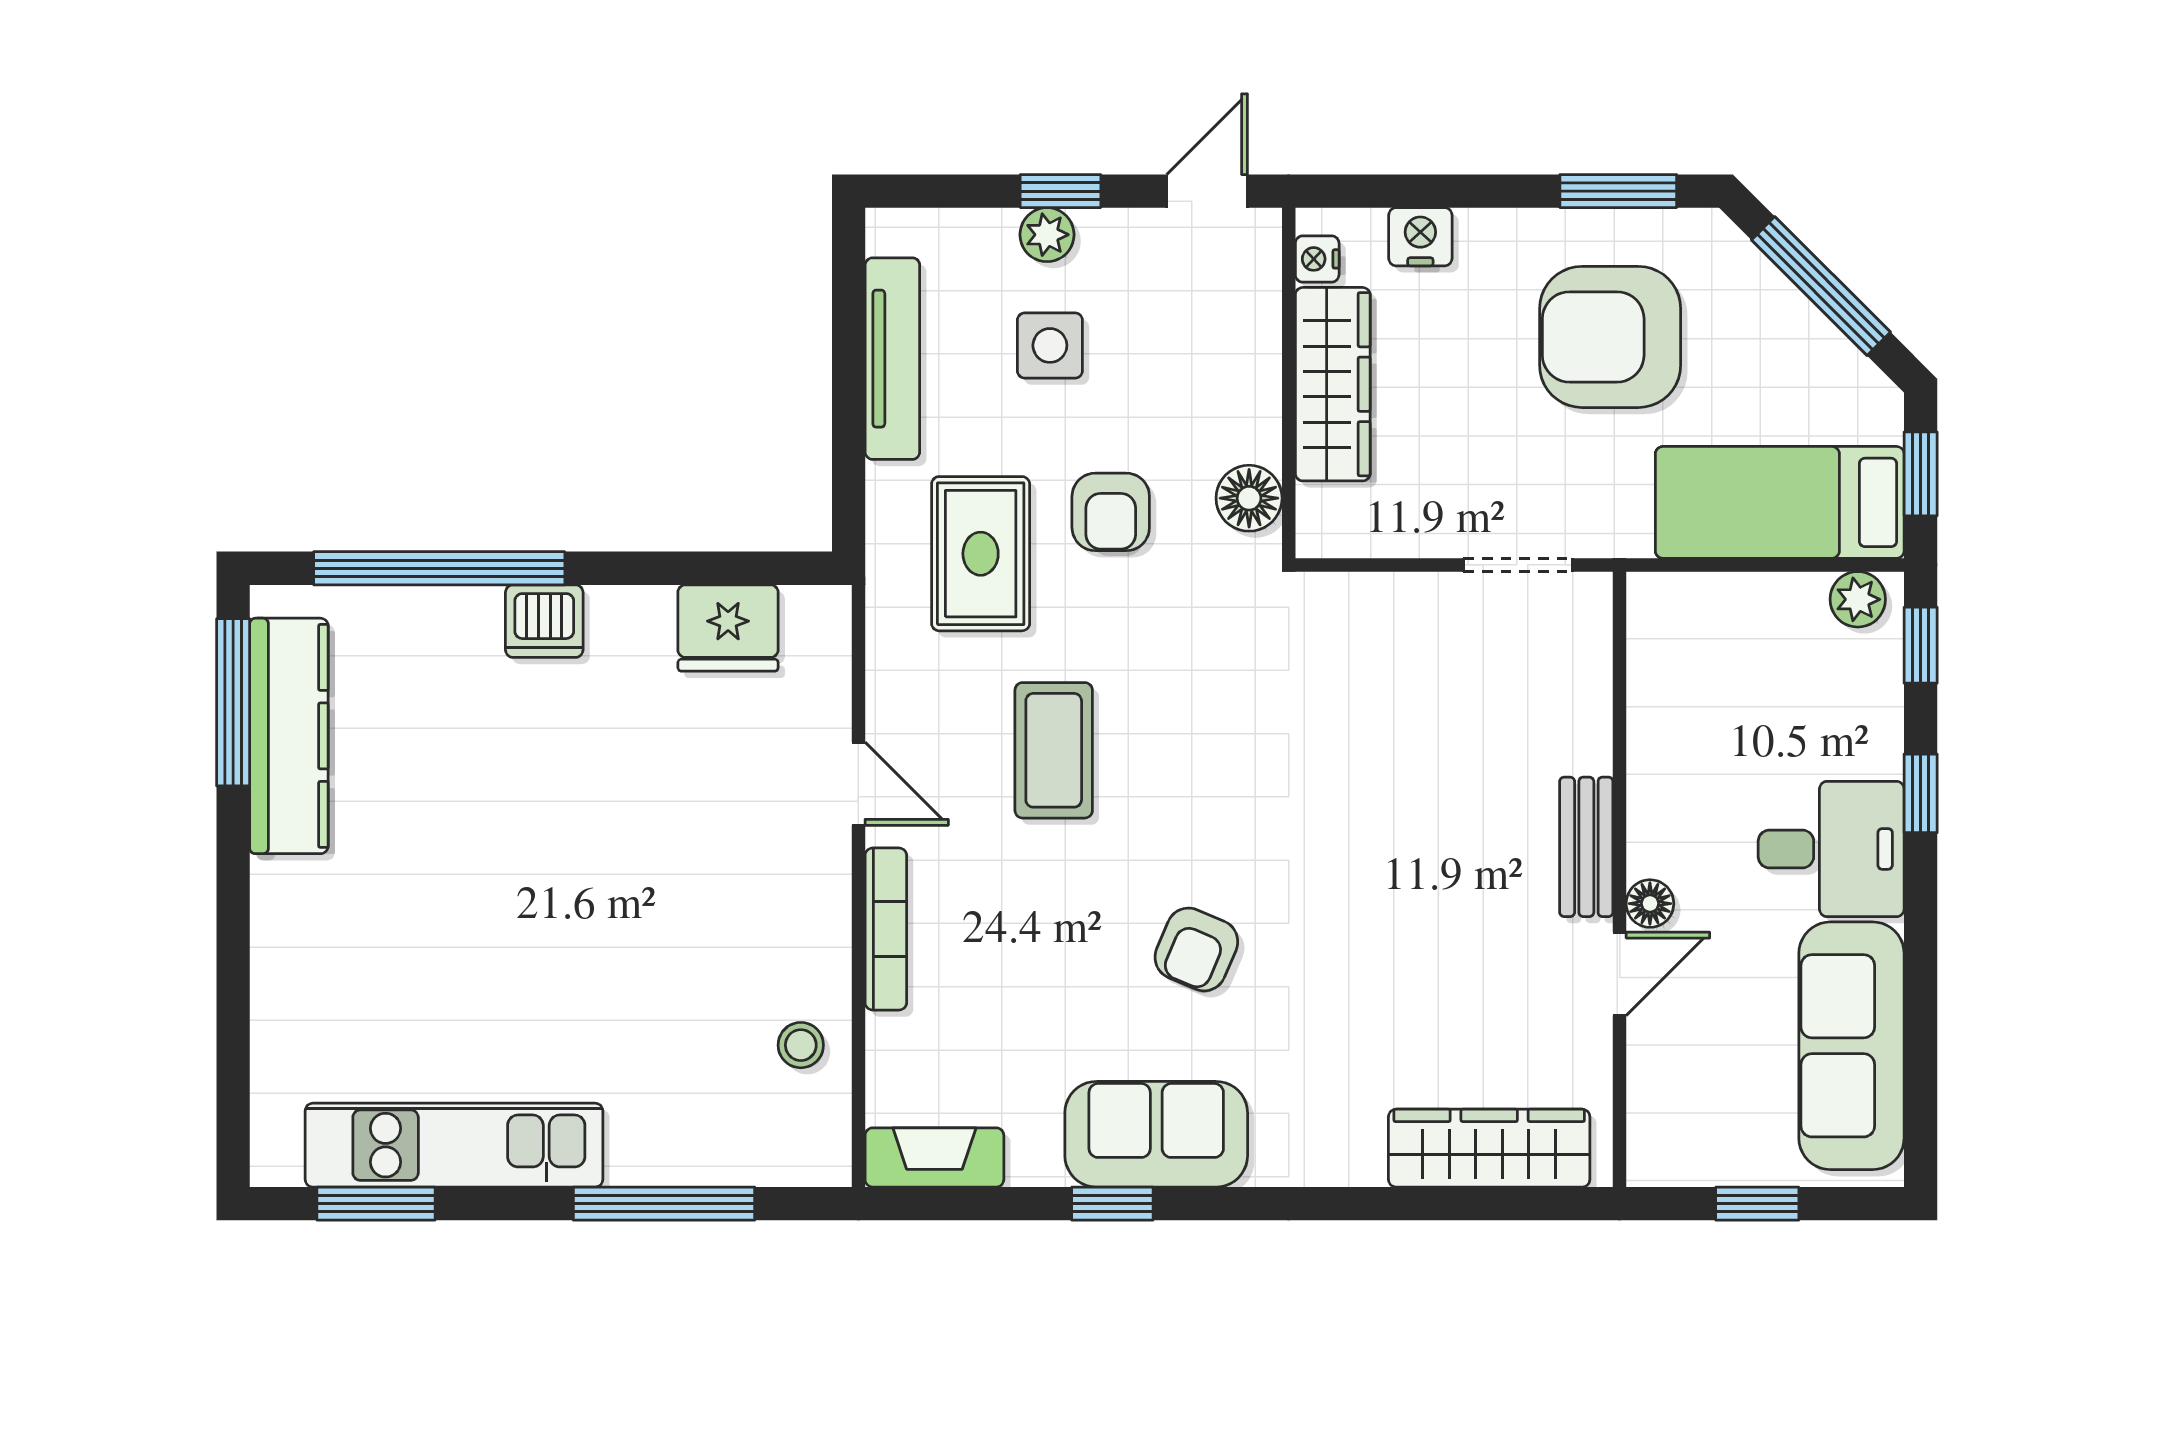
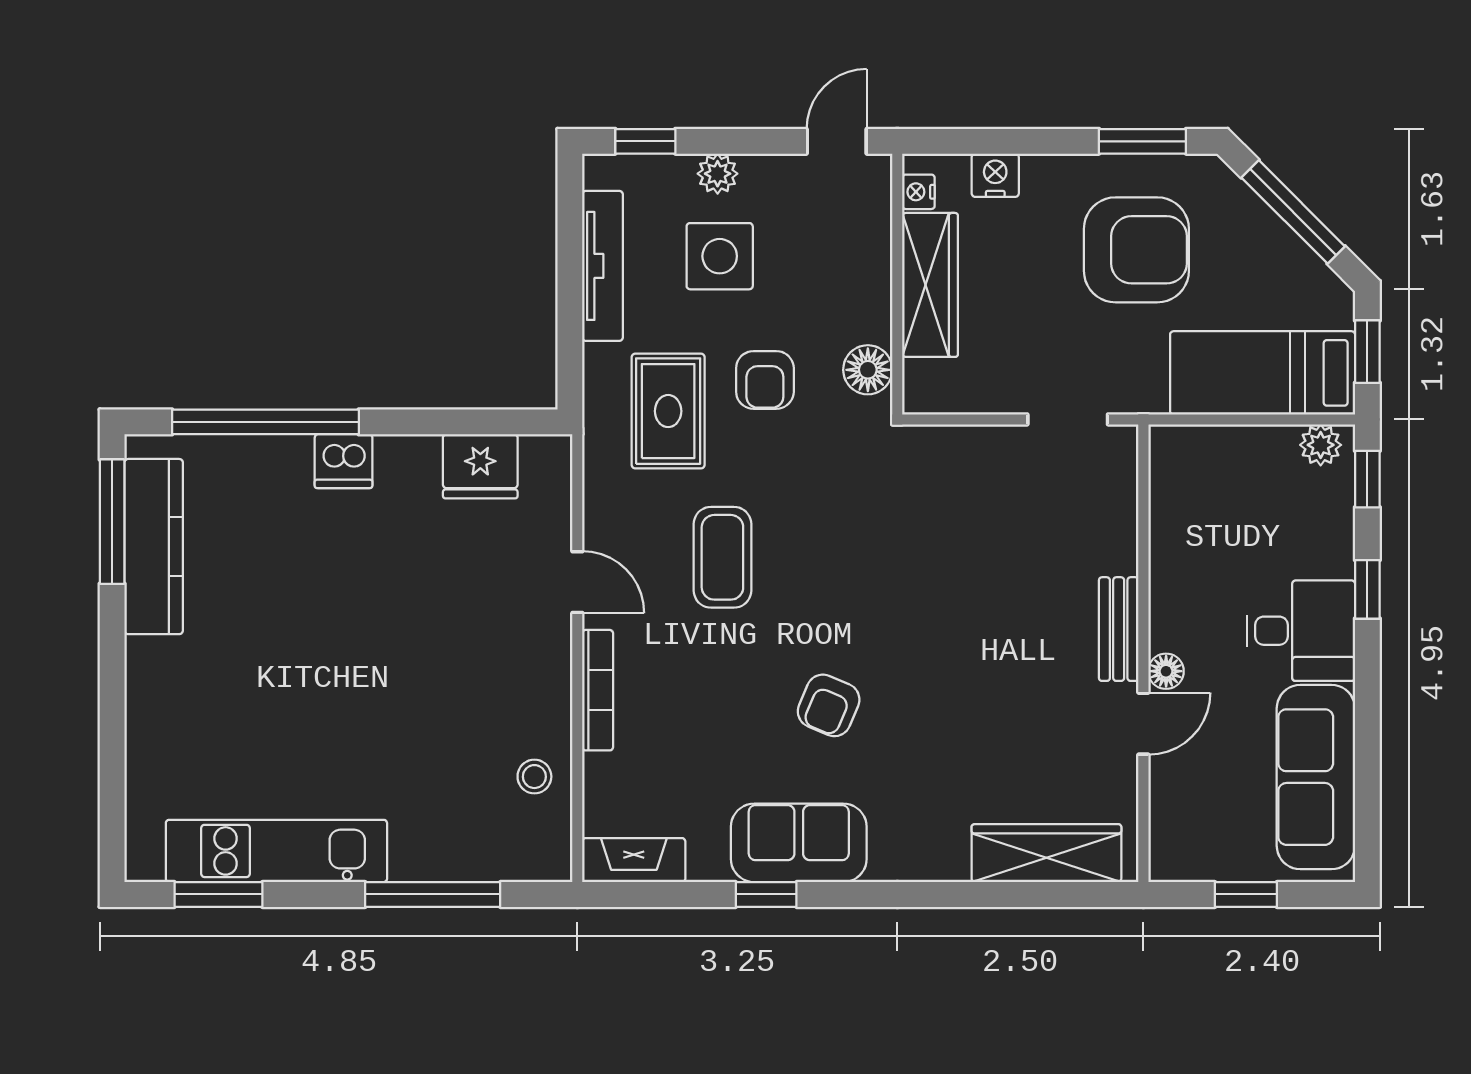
window: (1061, 191) -> (645, 141), moved
armchair: (1610, 337) -> (1136, 250), turned 180
side table: (1050, 345) -> (720, 256), width x1.37, depth x1.37

